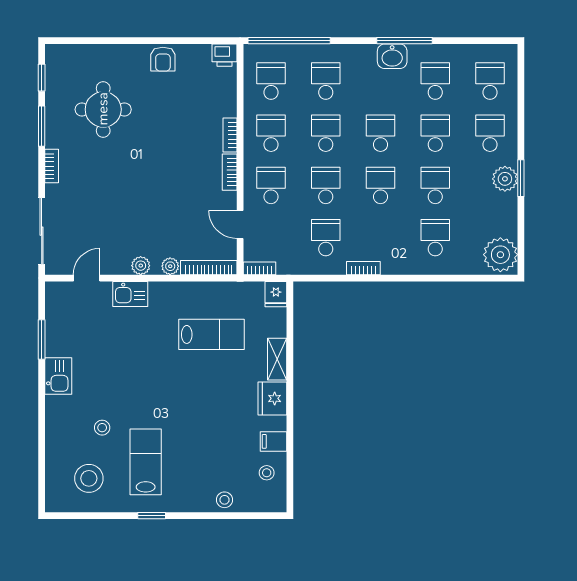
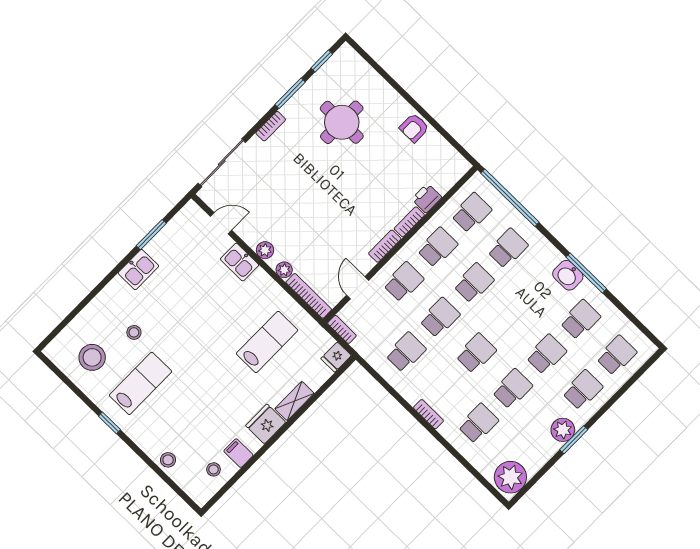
printer: (224, 55) -> (427, 198), moved, turned 90
school desk: (380, 133) -> (510, 319), removed
bookcase: (363, 268) -> (429, 414), moved
lab bench: (212, 334) -> (267, 342), turned -90

